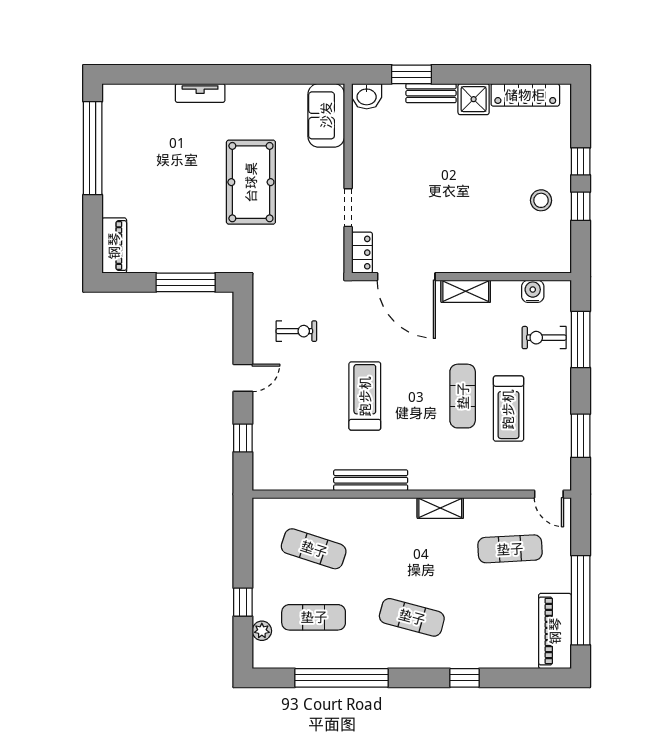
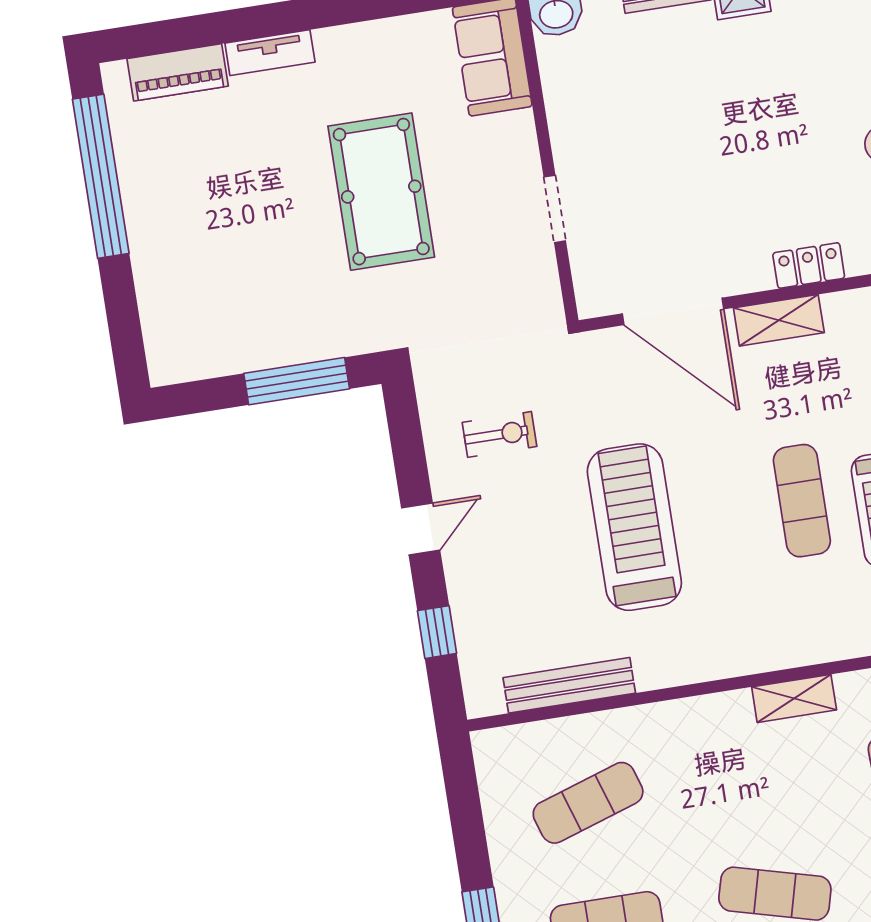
piano: (114, 246) -> (178, 72), moved, turned 90
locker: (362, 253) -> (809, 266), moved, turned -90
treadmill: (365, 396) -> (634, 527), width x1.37, depth x1.37
bench: (371, 480) -> (569, 685), moved
exercise mat: (314, 549) -> (588, 803), turned -36

